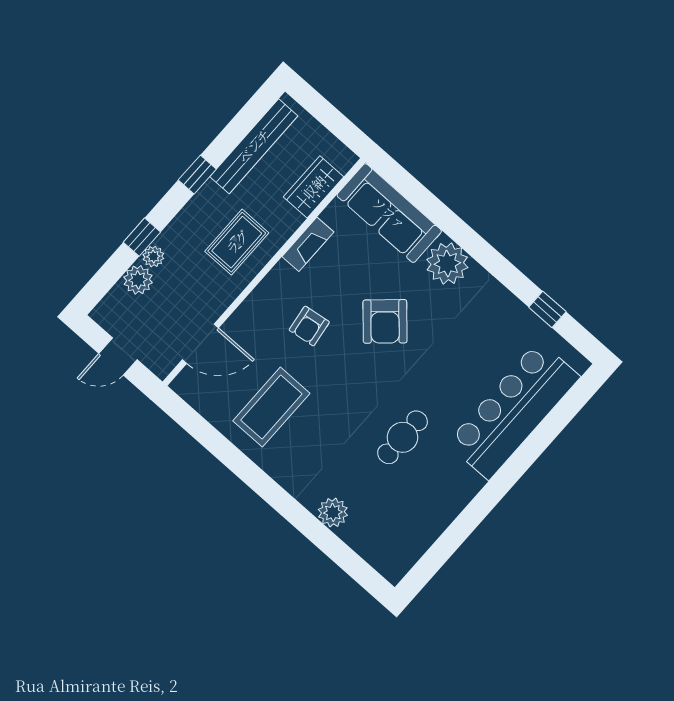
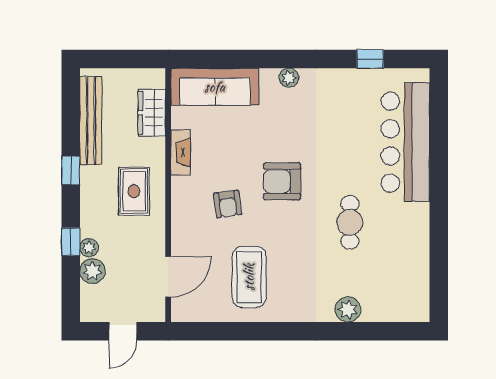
plant: (447, 264) -> (289, 78), width x0.53, depth x0.53
armchair: (385, 321) -> (282, 181), moved, turned 132

